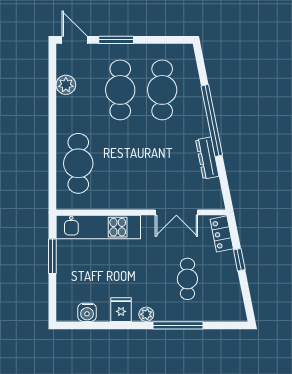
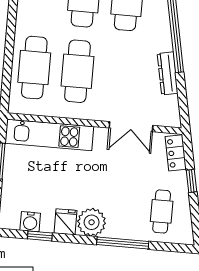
cafe table: (120, 163) -> (77, 71), added
cafe table: (187, 279) -> (162, 211), moved
plant: (146, 314) -> (92, 222), width x1.88, depth x1.88
window: (97, 325) -> (40, 236), added

